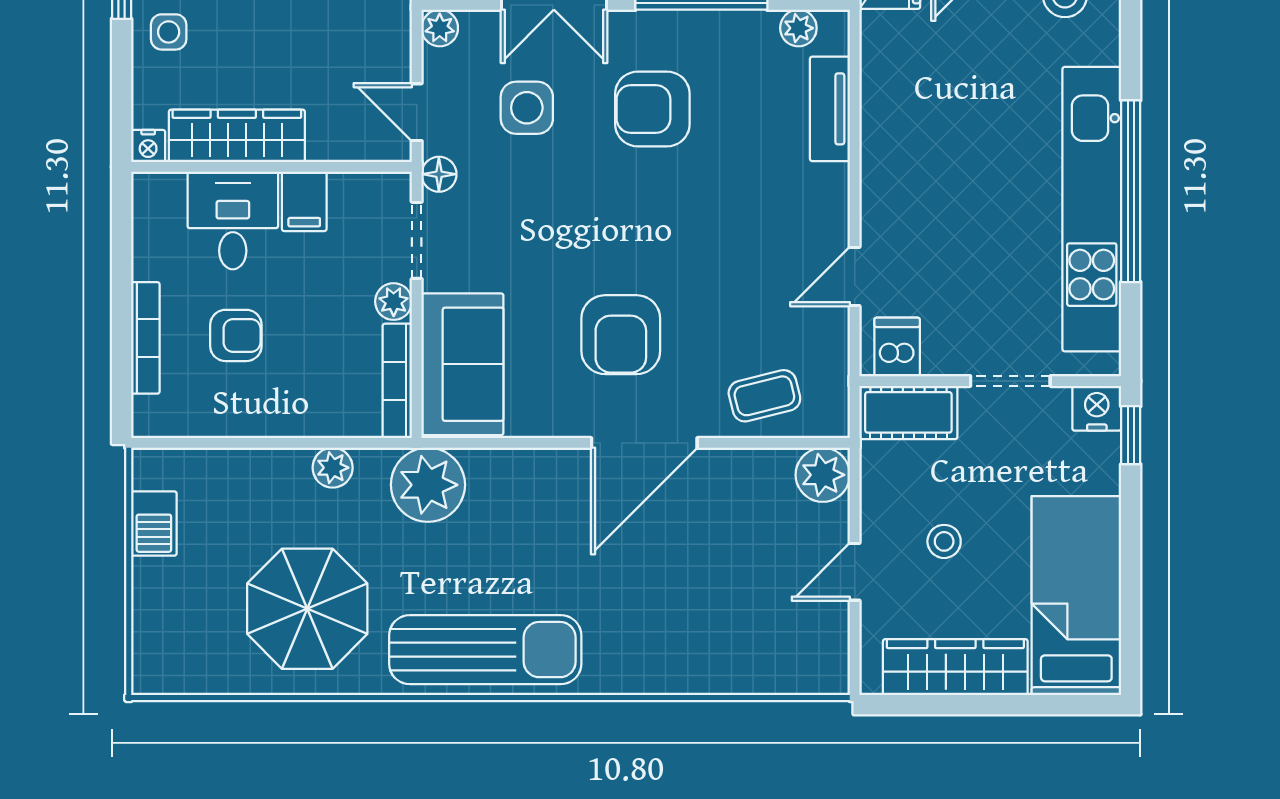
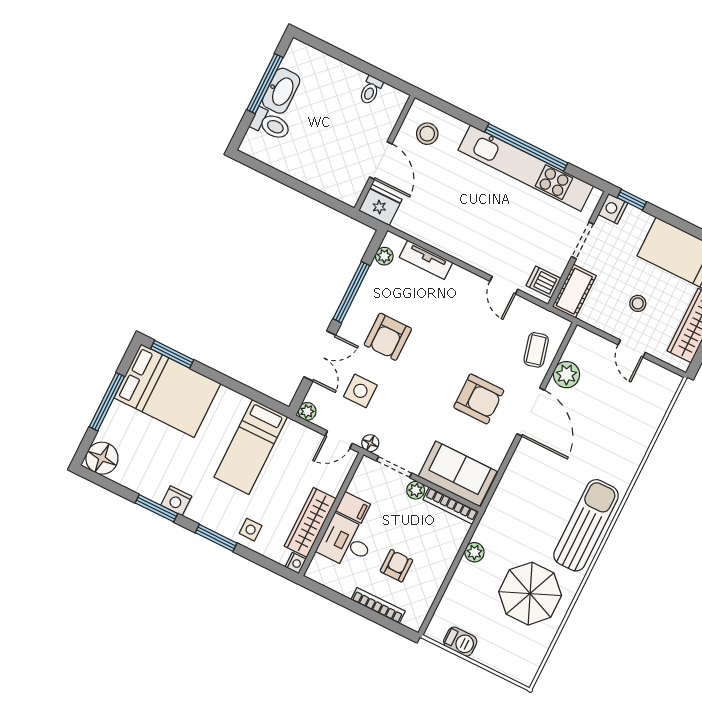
plant: (823, 475) -> (566, 375), moved
plant: (428, 485) -> (502, 515), removed

